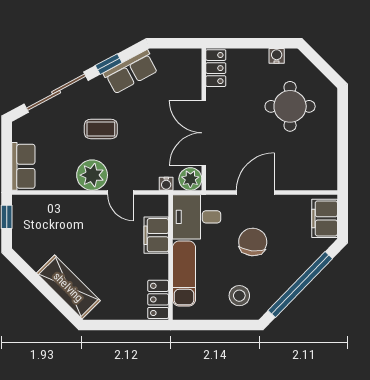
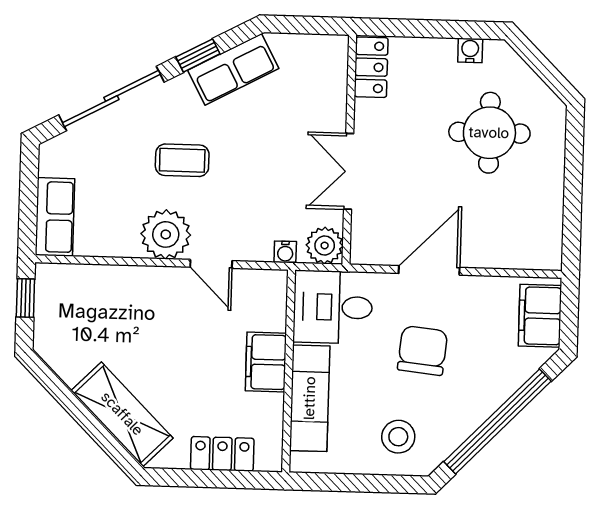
double door: (204, 133) -> (349, 171), width x0.73
filing cabinet: (156, 235) -> (266, 362), moved
locker: (158, 299) -> (222, 454), moved, turned 90

